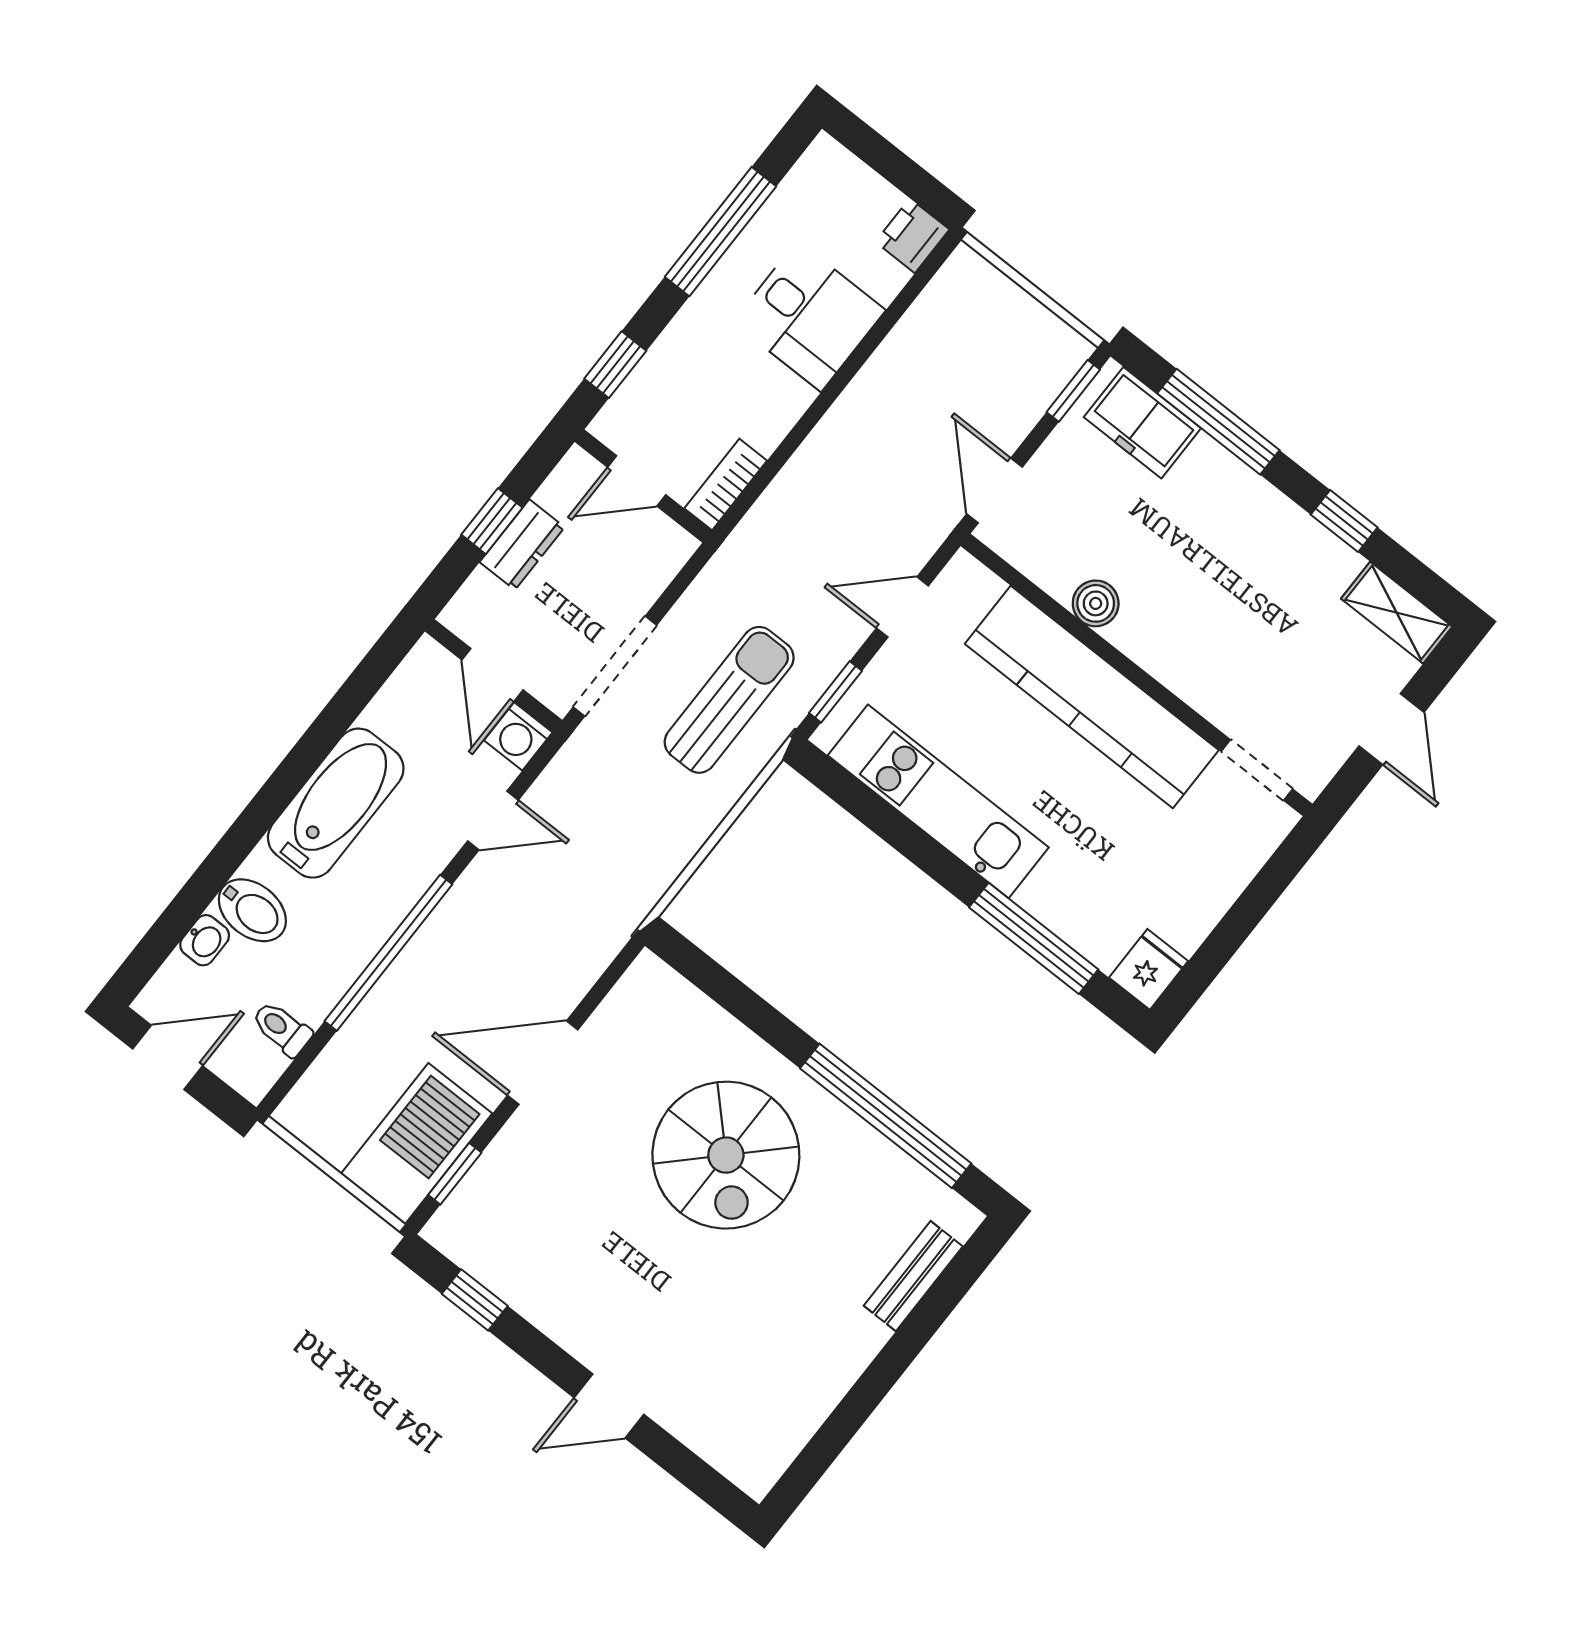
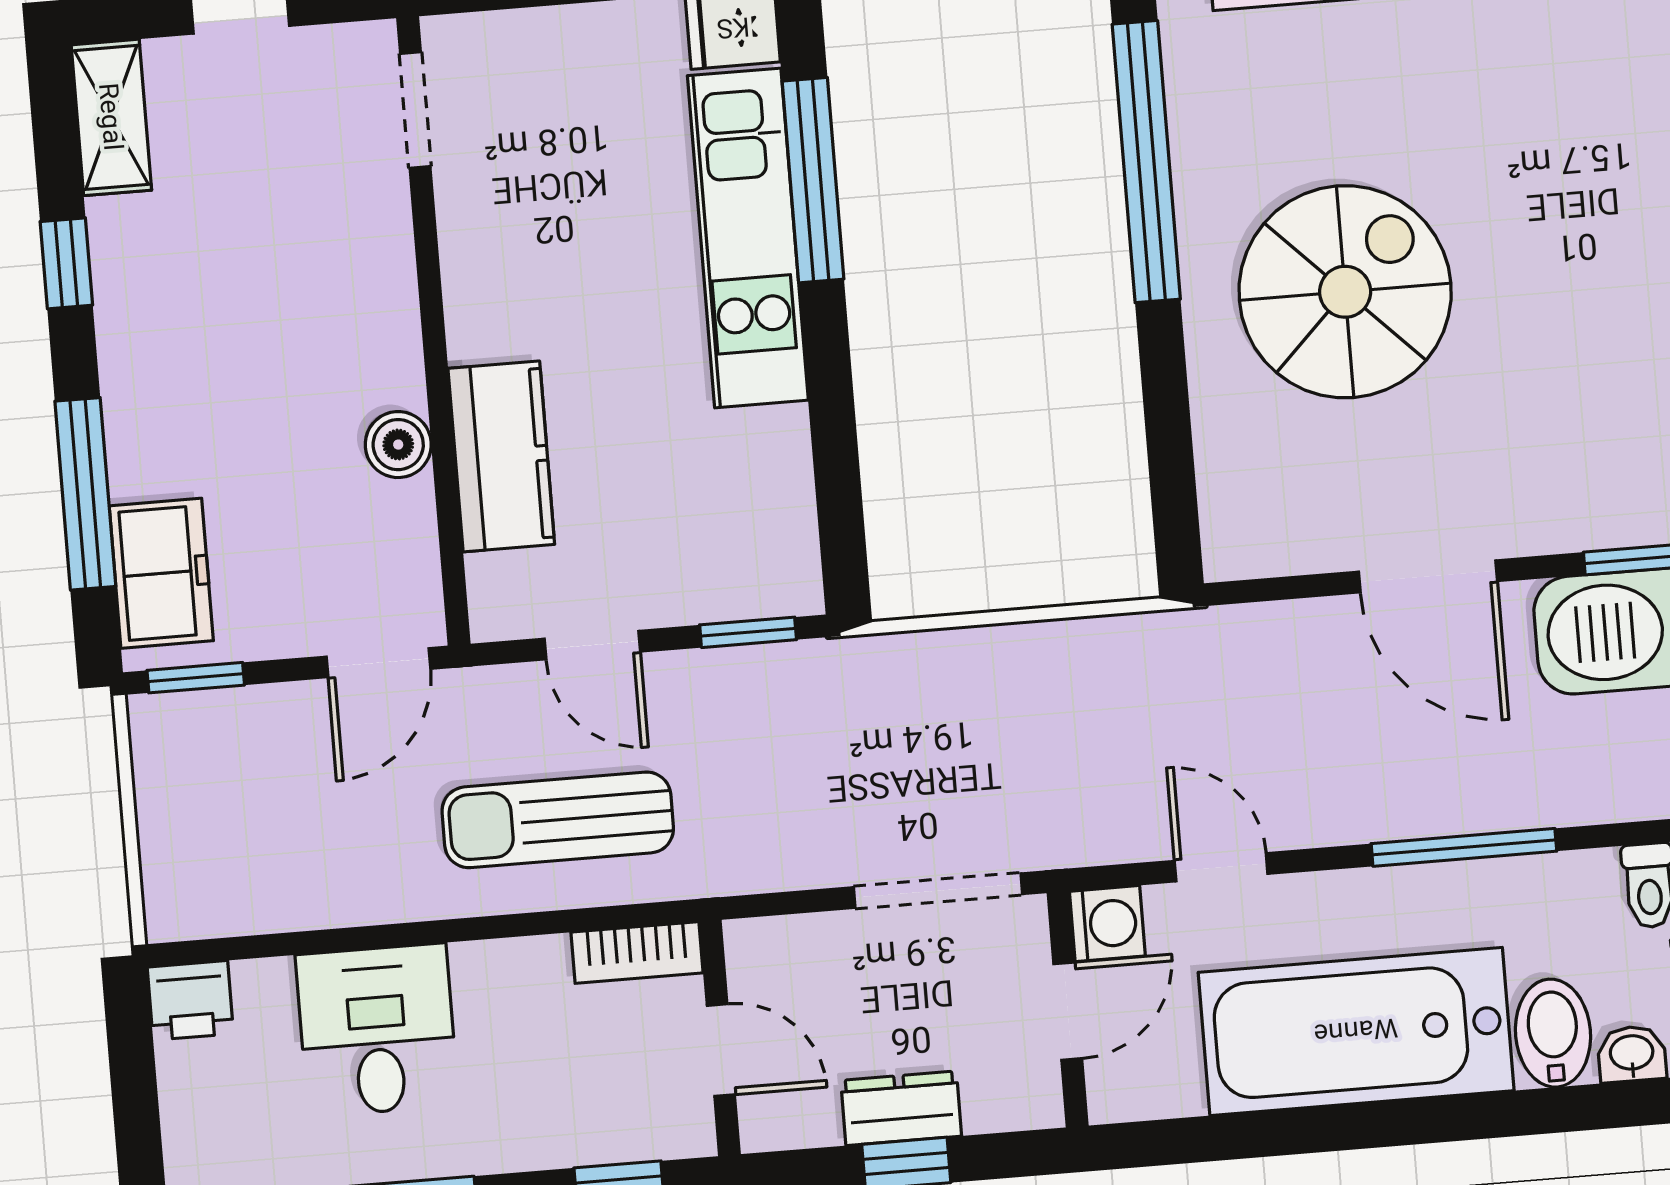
kitchen counter: (1092, 697) -> (501, 456), width x0.48, depth x0.86
sun lounger: (729, 700) -> (558, 820), moved
kitchen unit: (938, 801) -> (748, 238), moved
bathtub: (336, 803) -> (1356, 1031), width x1.36, depth x1.36
window: (388, 953) -> (1464, 847), width x0.68

